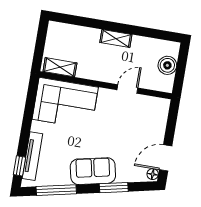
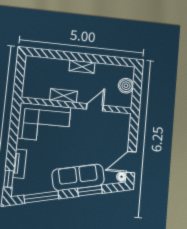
shelving: (60, 67) -> (64, 96), moved
tv unit: (32, 156) -> (20, 164), width x0.71
sofa: (93, 171) -> (78, 177), width x1.36

